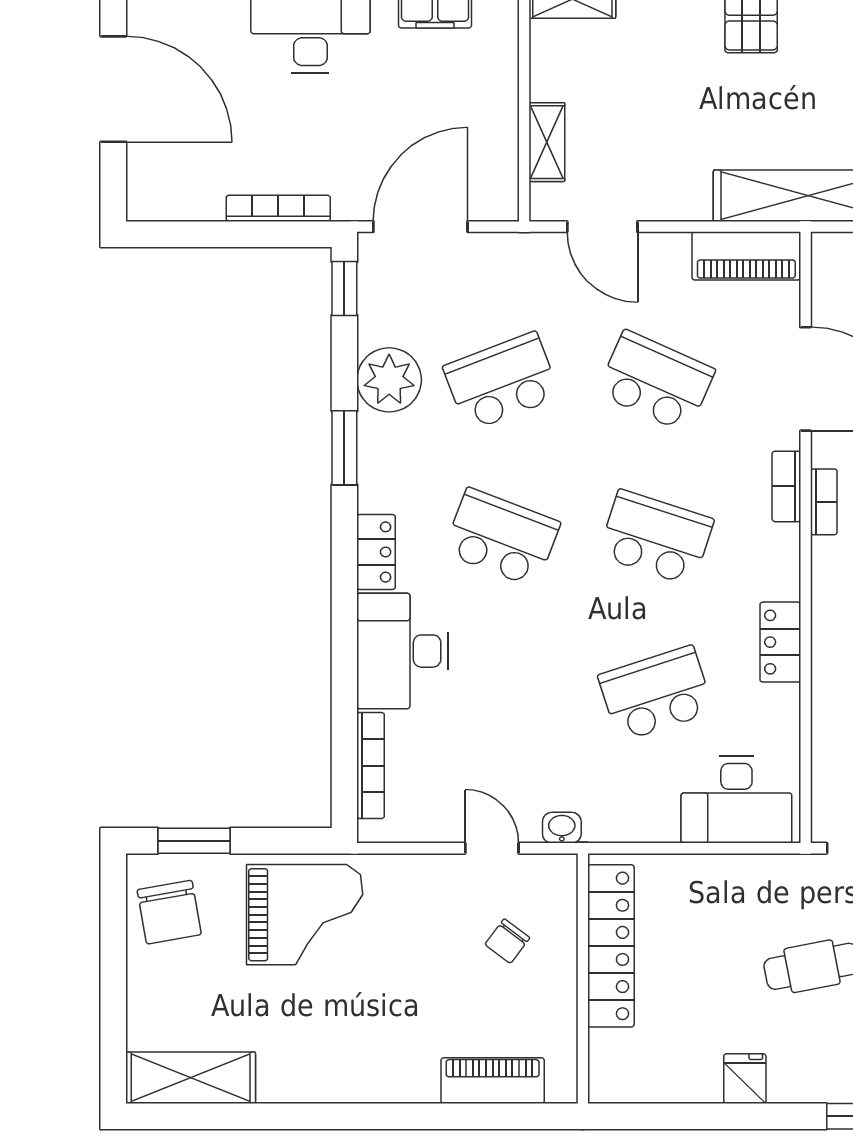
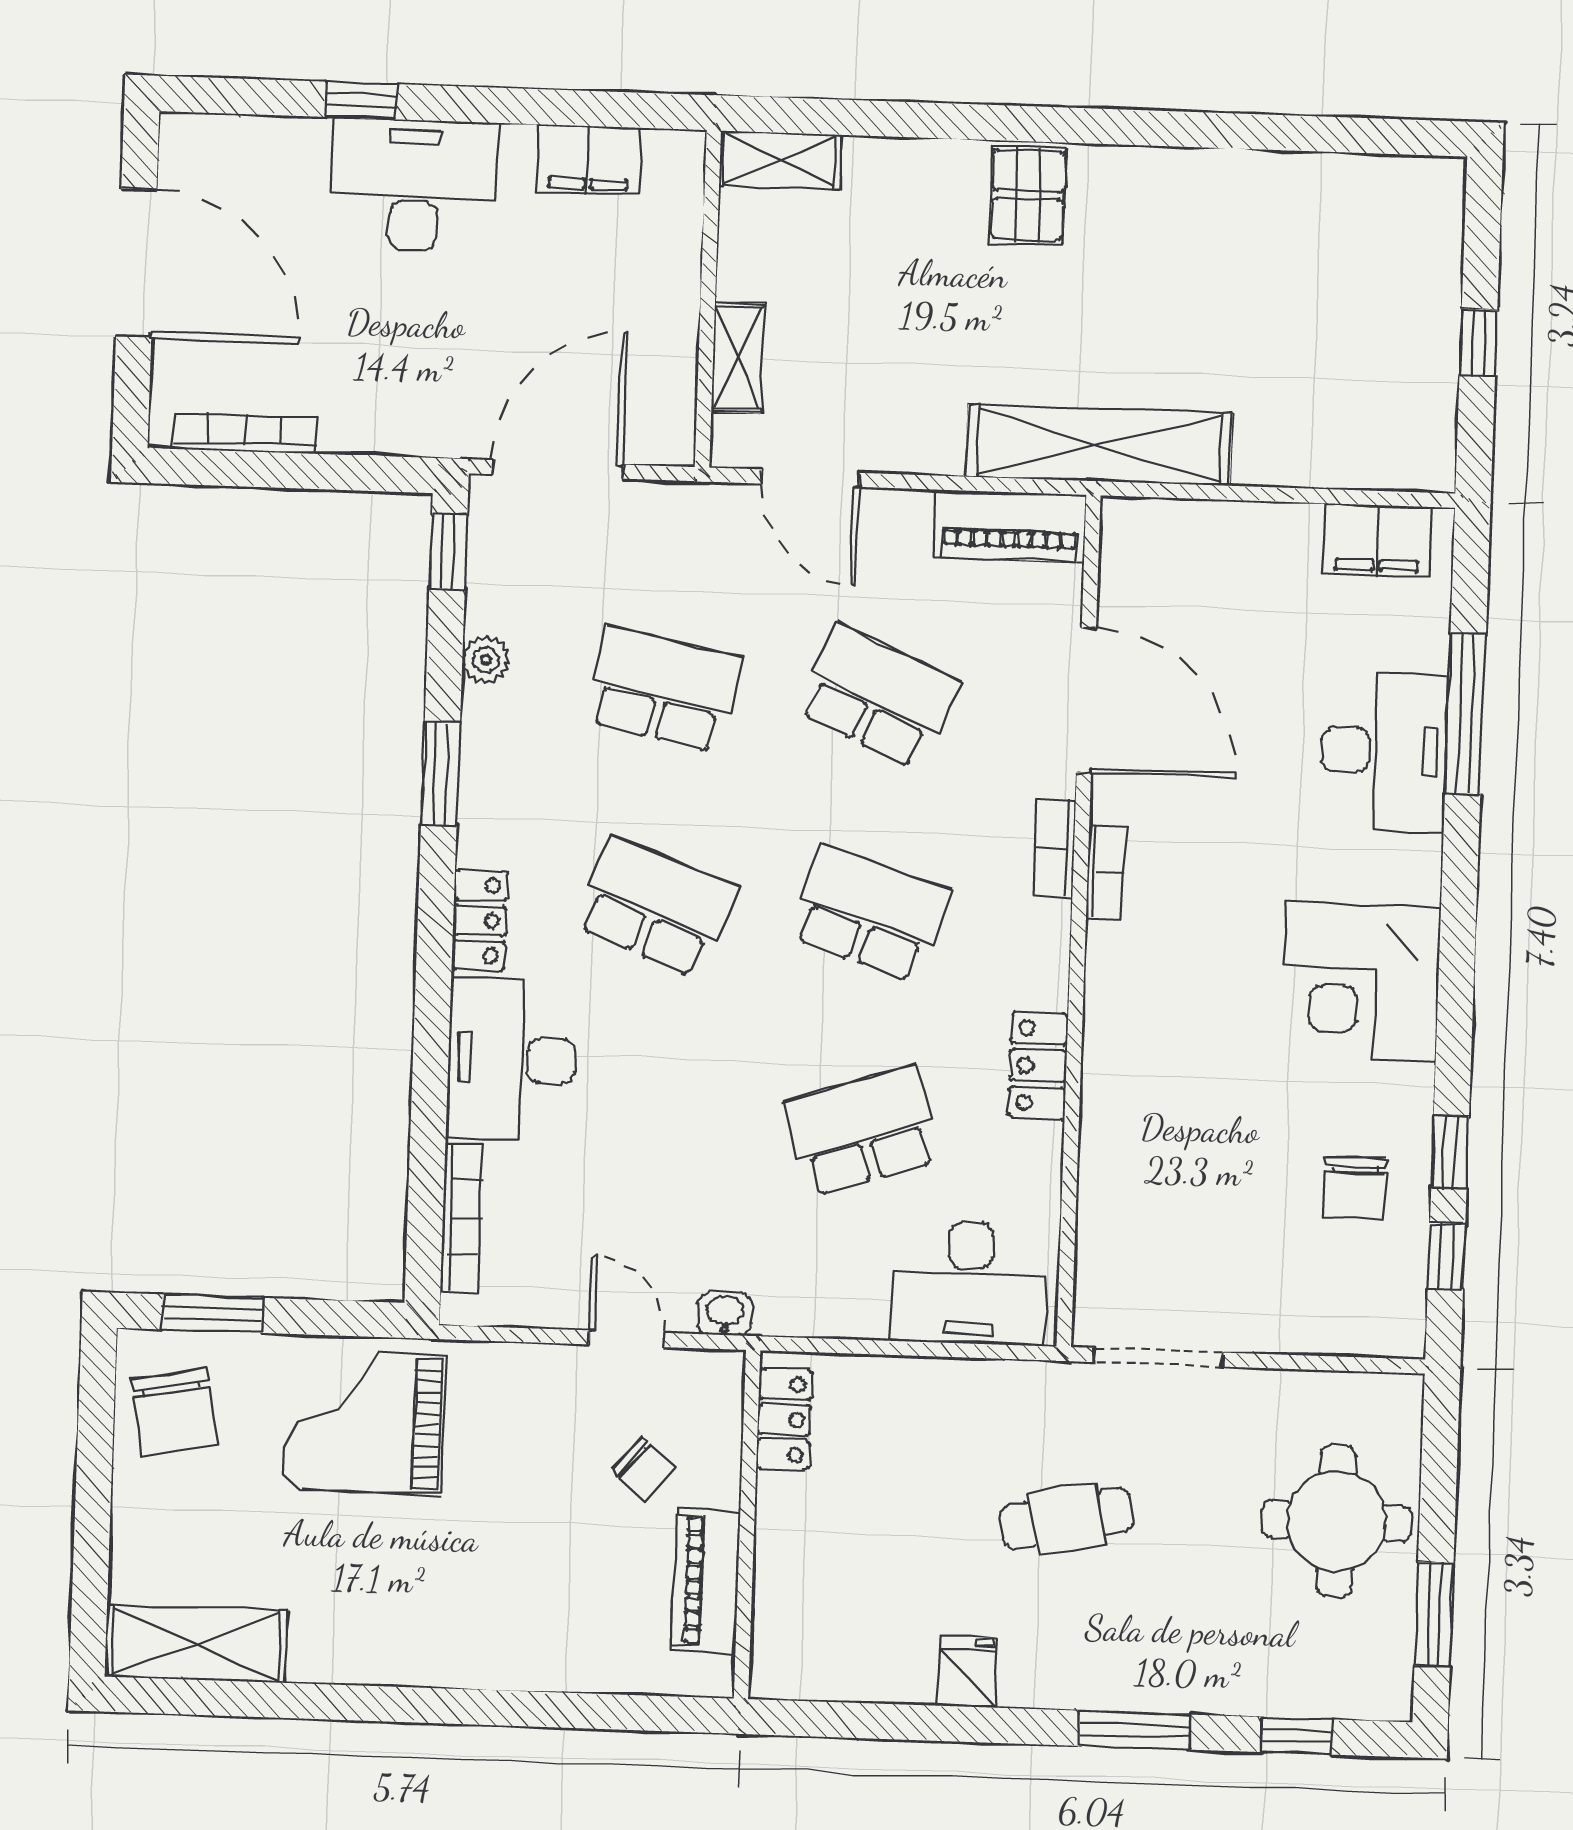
bookcase: (278, 208) -> (244, 433), moved
plant: (389, 380) -> (486, 660), width x0.53, depth x0.53
school desk: (502, 381) -> (663, 689), turned 33
grand piano: (305, 915) -> (363, 1422), turned 180
chair: (507, 941) -> (644, 1469), turned -87
locker: (611, 946) -> (784, 1420), width x0.46, depth x0.83
piano: (493, 1081) -> (706, 1581), moved, turned -90

